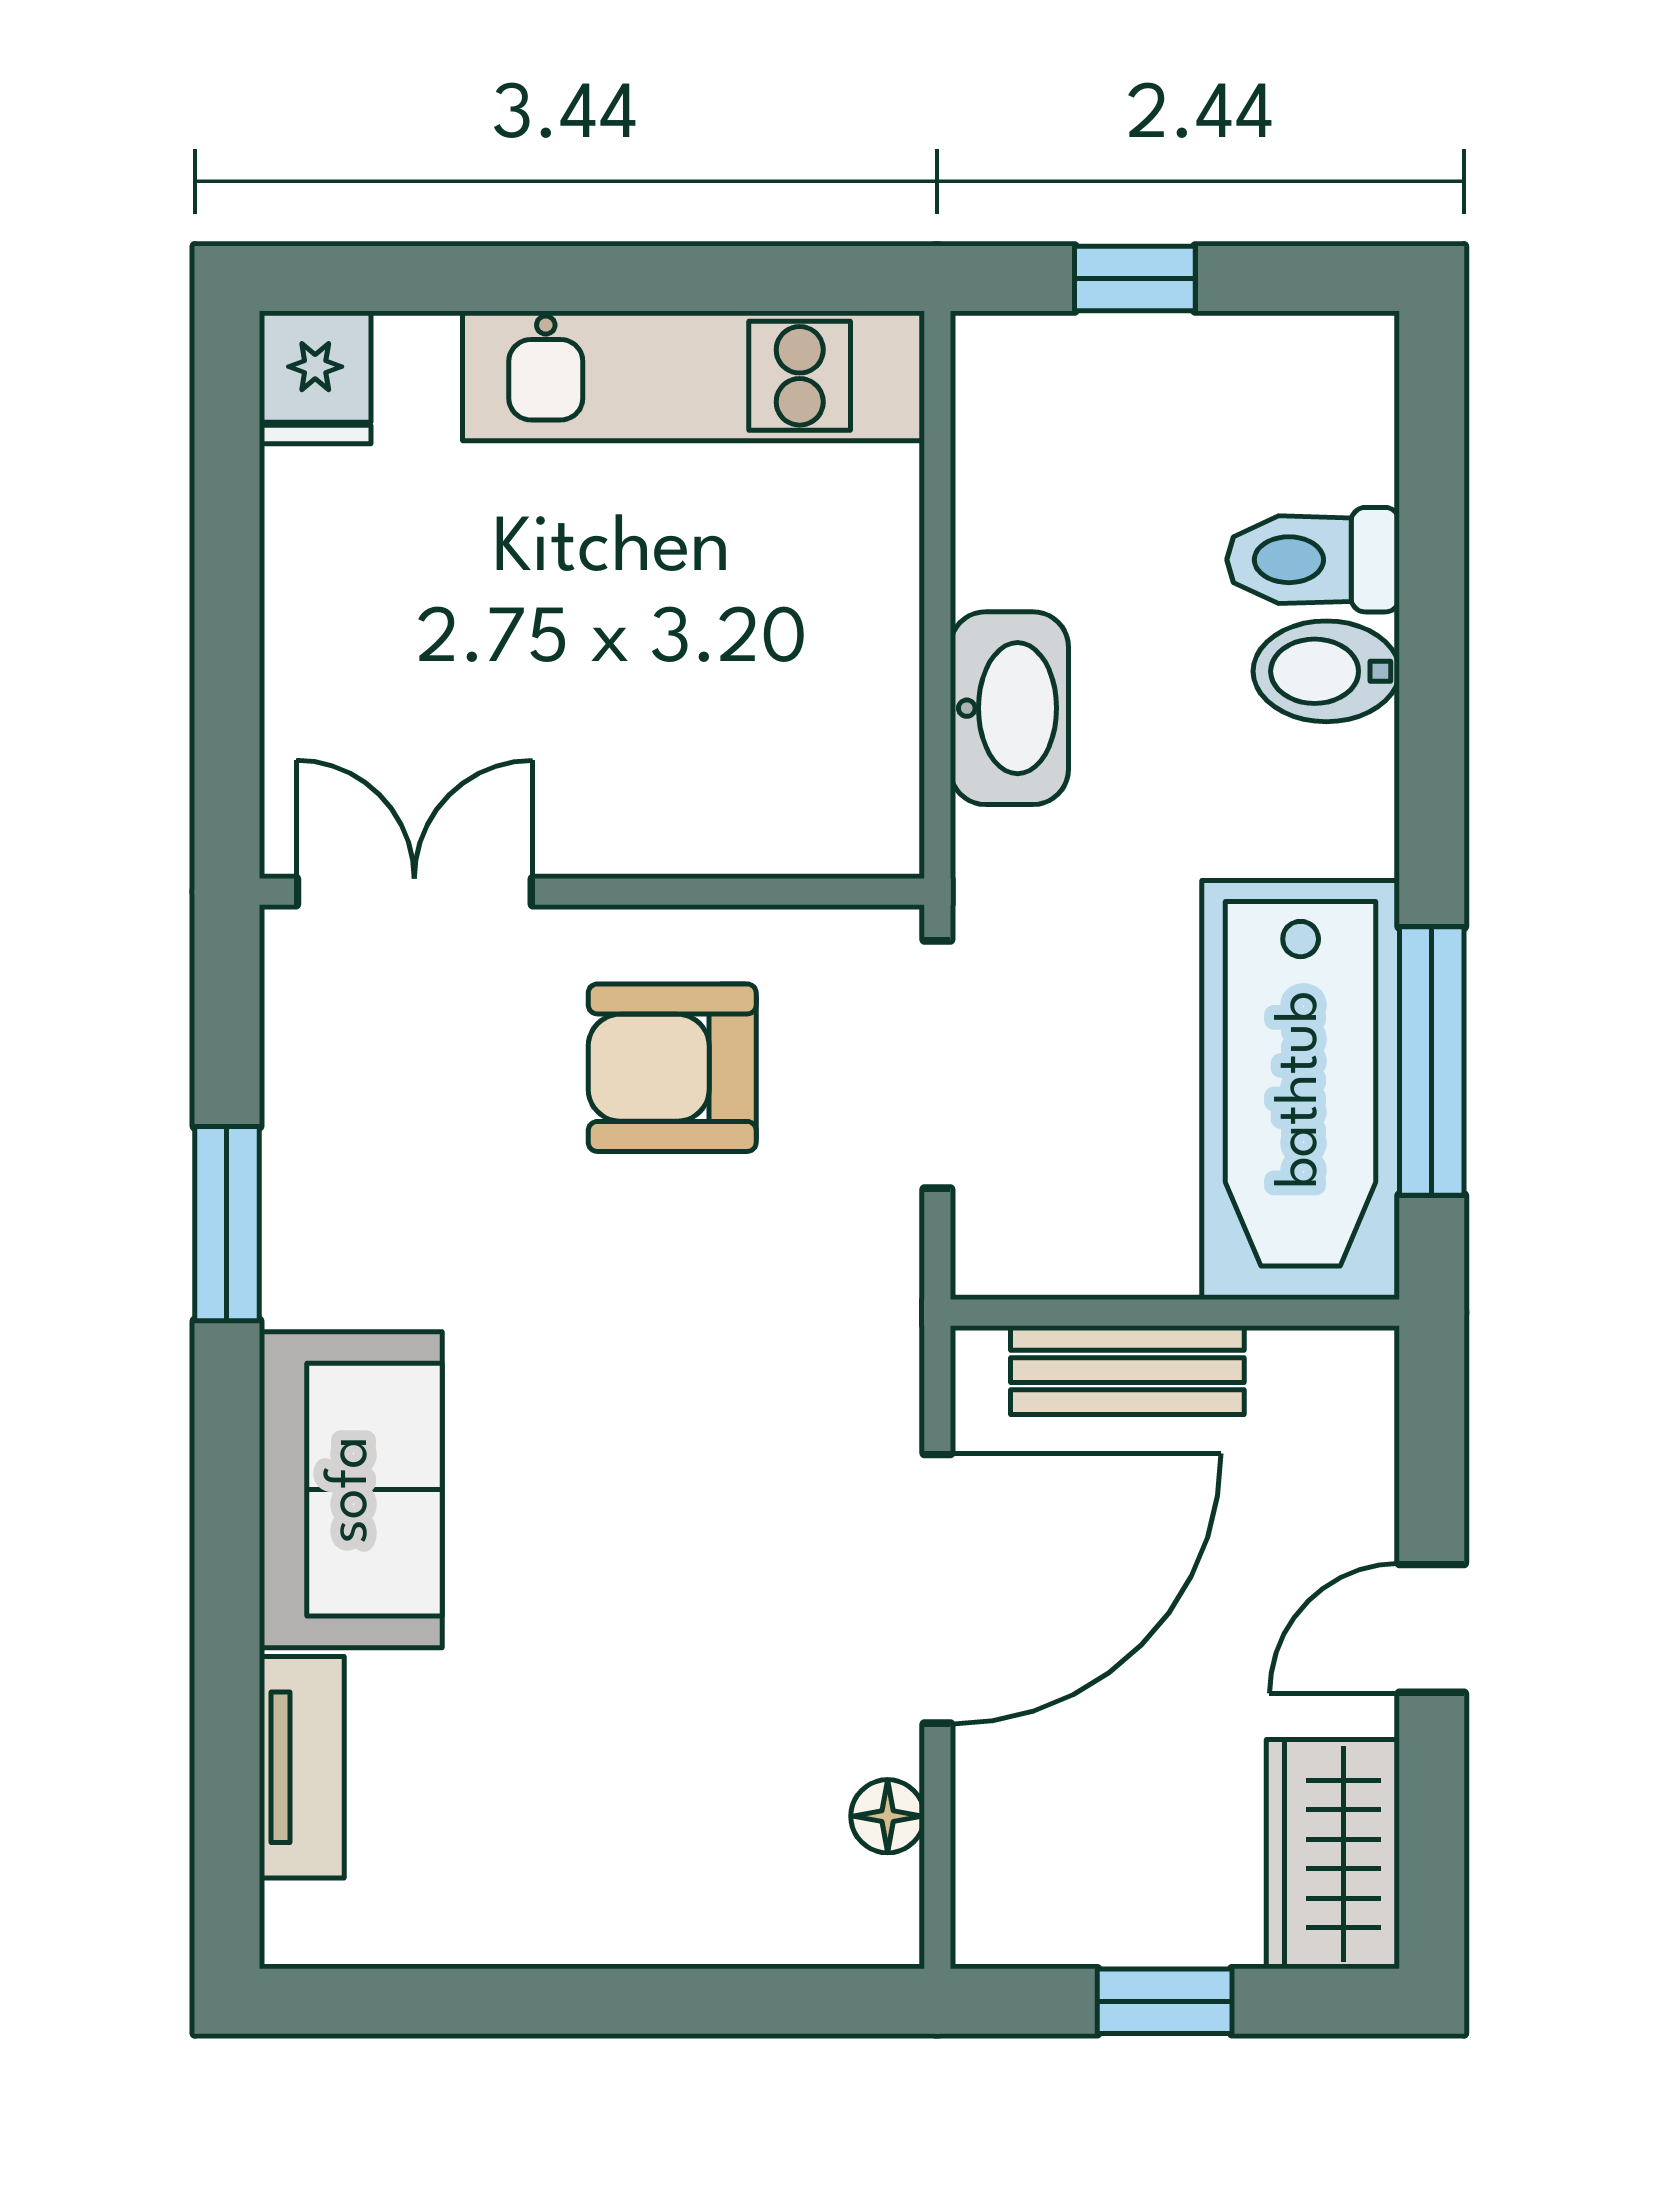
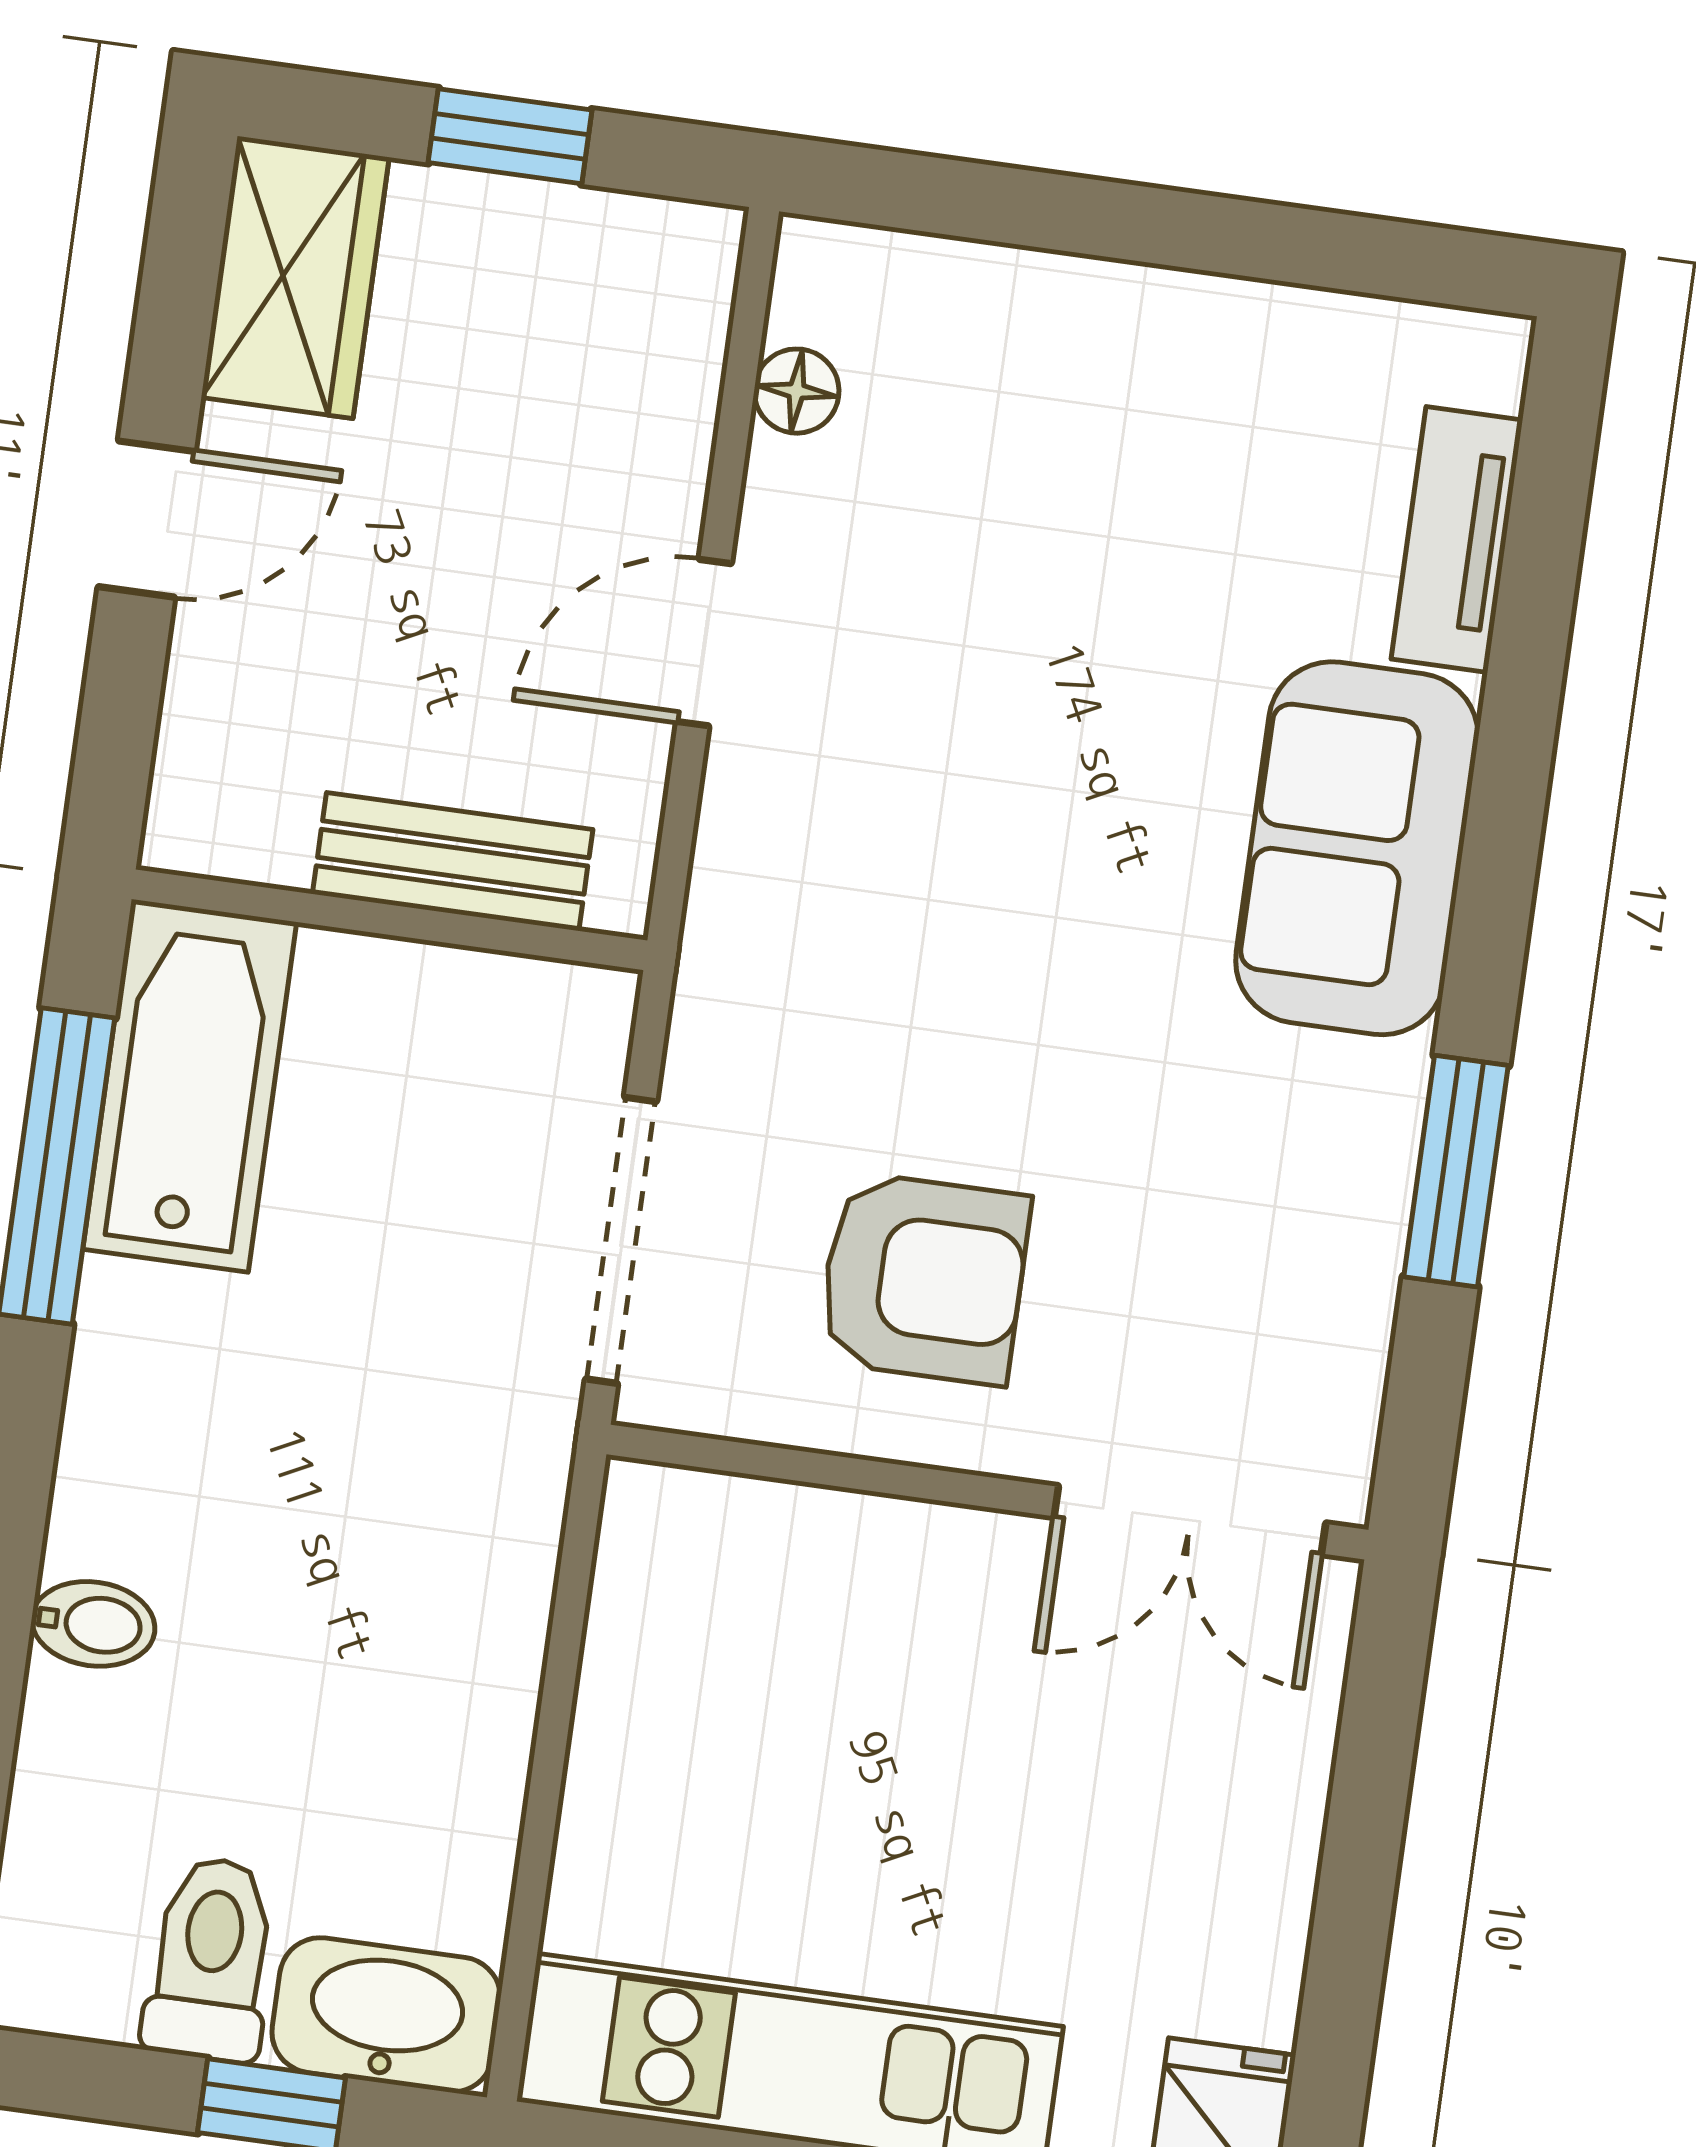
toilet: (1313, 560) -> (211, 1959), moved, turned -90
bidet: (1326, 671) -> (93, 1624), width x0.72, depth x0.74
washbasin: (1009, 708) -> (386, 2015), moved, turned 90
bathtub: (1301, 1090) -> (190, 1086), width x0.73, depth x0.73
door: (937, 1589) -> (704, 643), width x0.53

